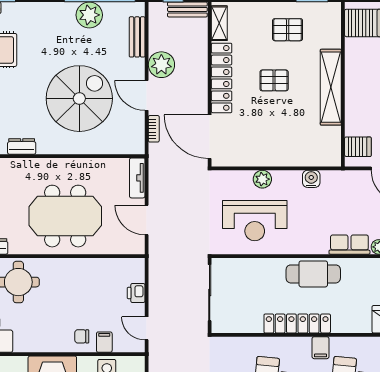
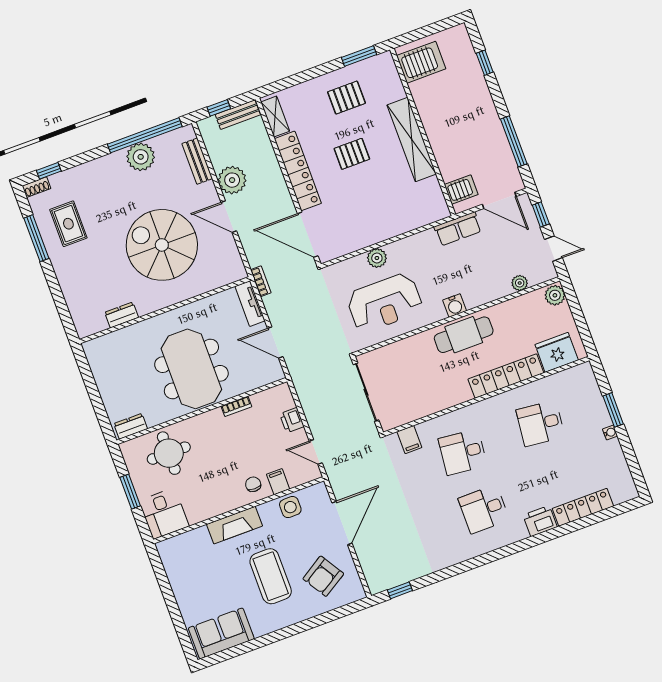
spiral stairs: (79, 99) -> (162, 245), turned -90
bookcase: (154, 129) -> (261, 281), moved
water cooler: (311, 179) -> (455, 306), moved, turned 180
meeting table: (65, 216) -> (191, 369), turned 90
row of seats: (349, 245) -> (458, 229), moved, turned 180
bookcase: (92, 263) -> (236, 406), added
locker: (297, 323) -> (506, 376), moved
chair: (82, 336) -> (253, 484), turned 90
filing cabinet: (321, 348) -> (409, 440), moved

